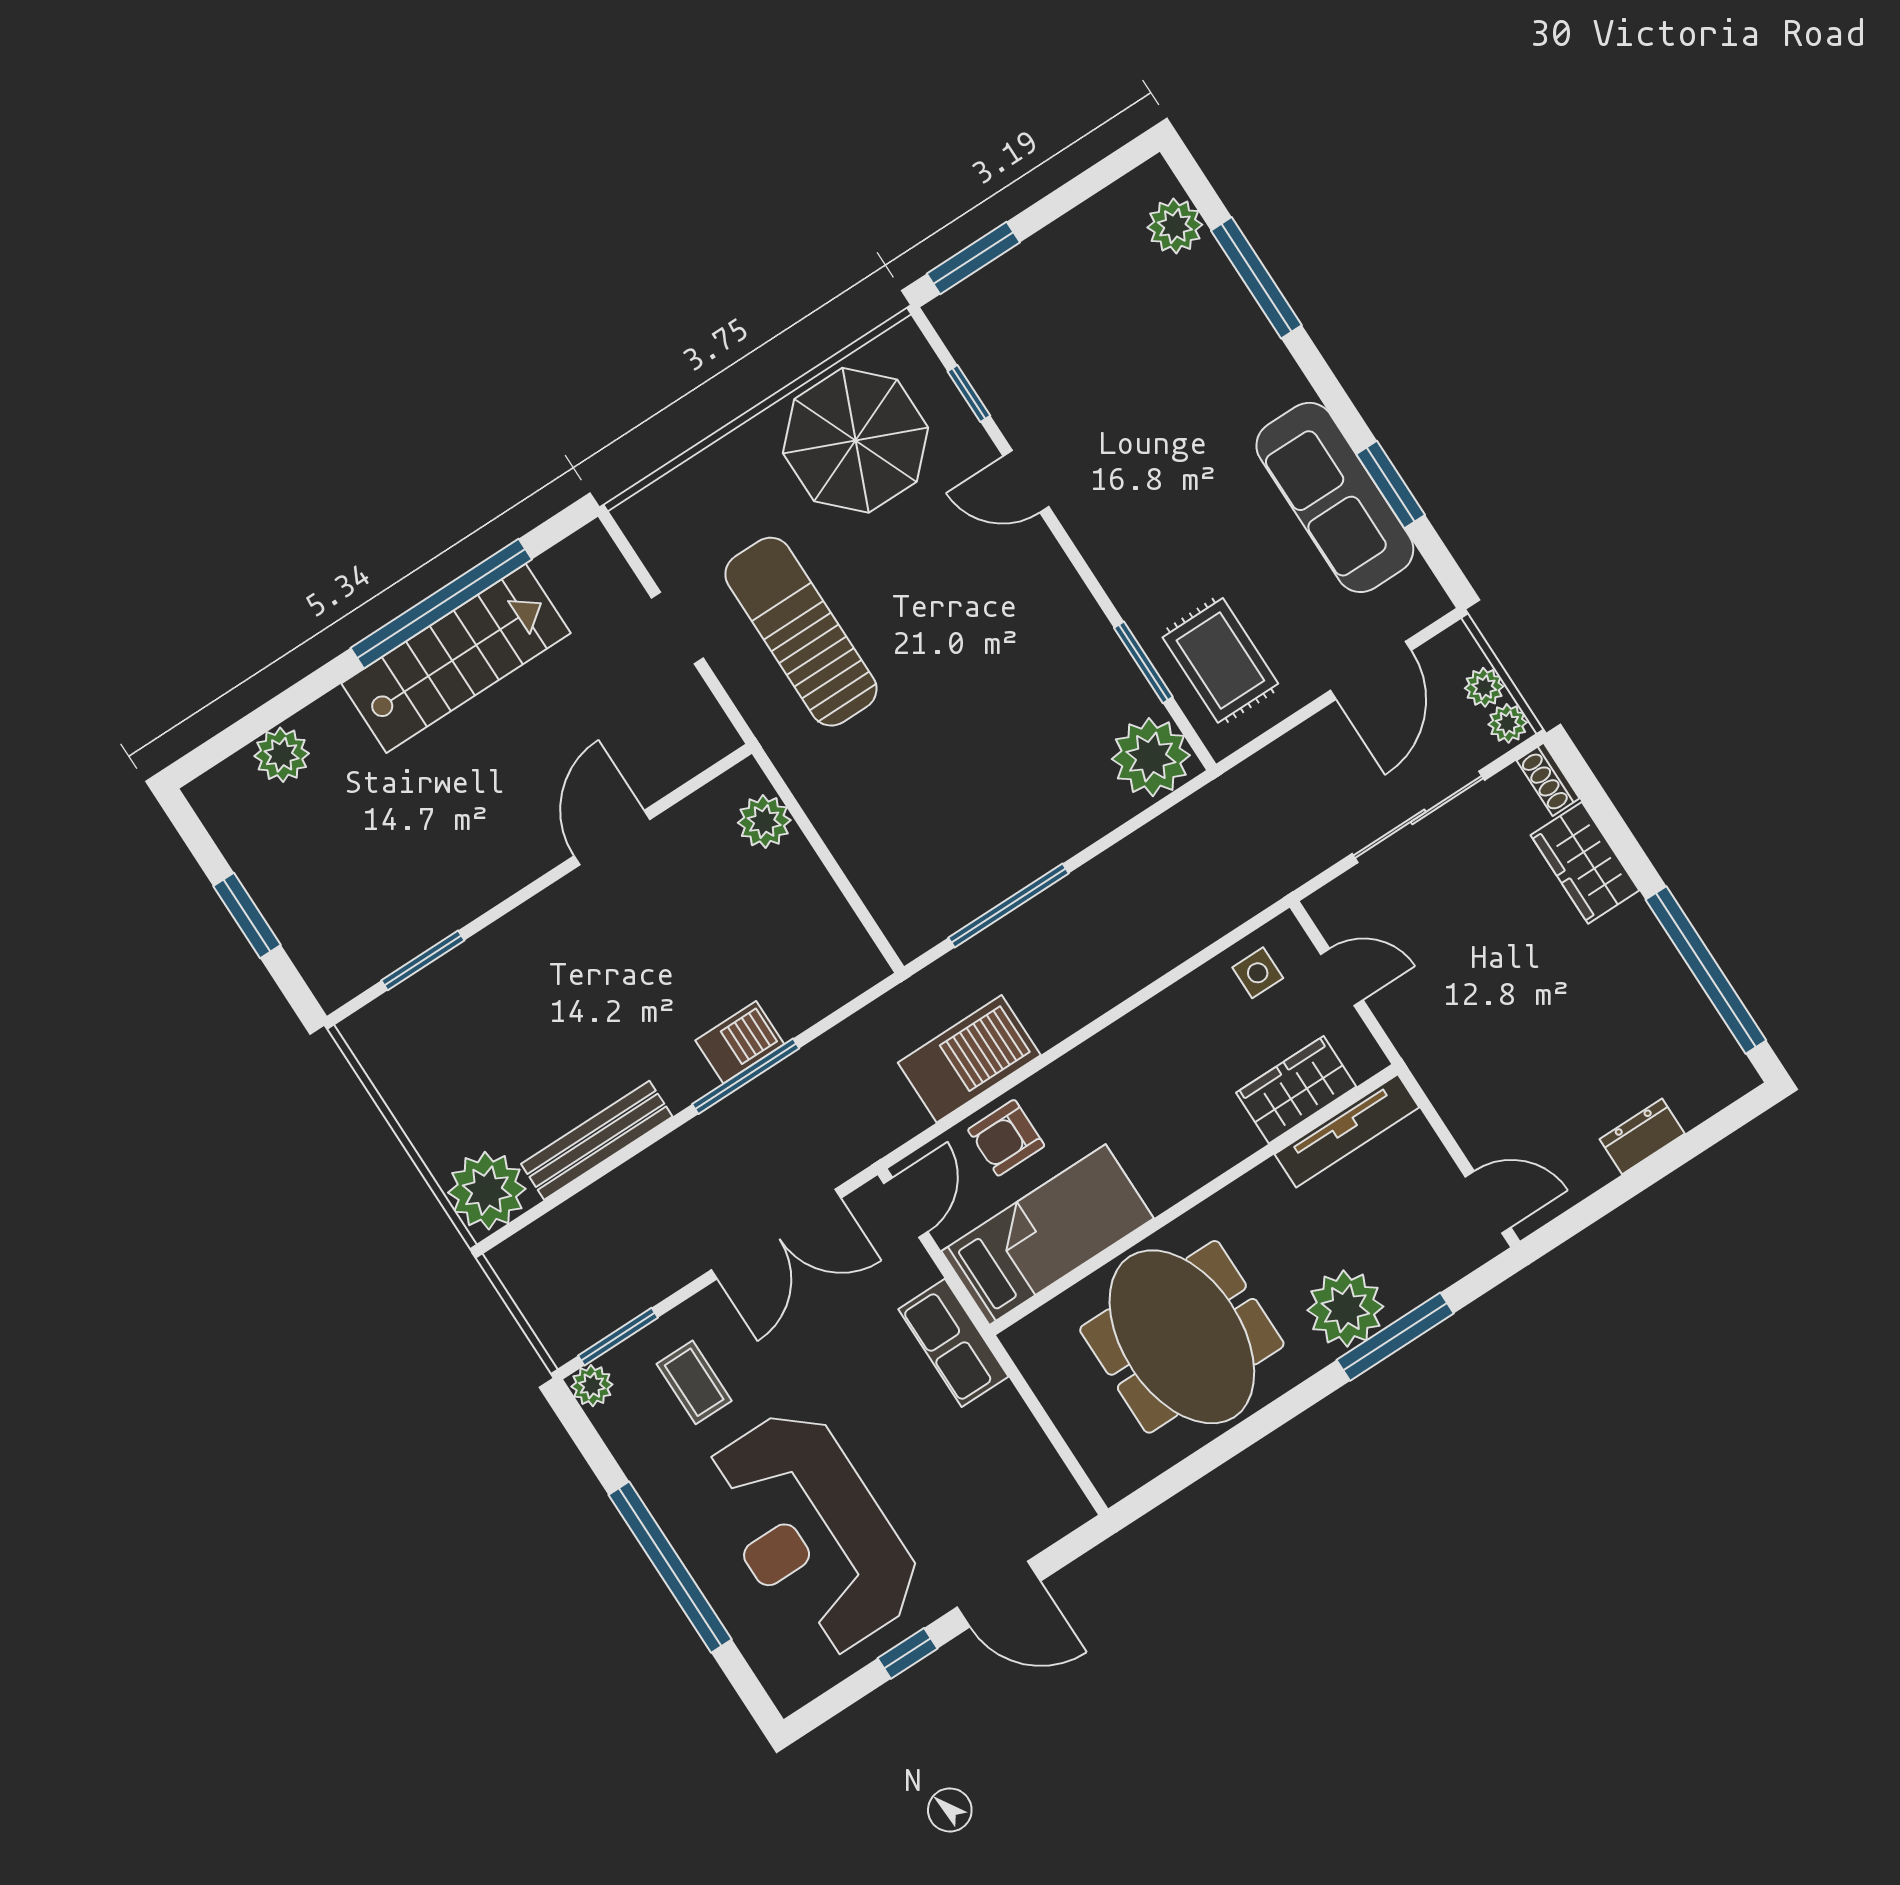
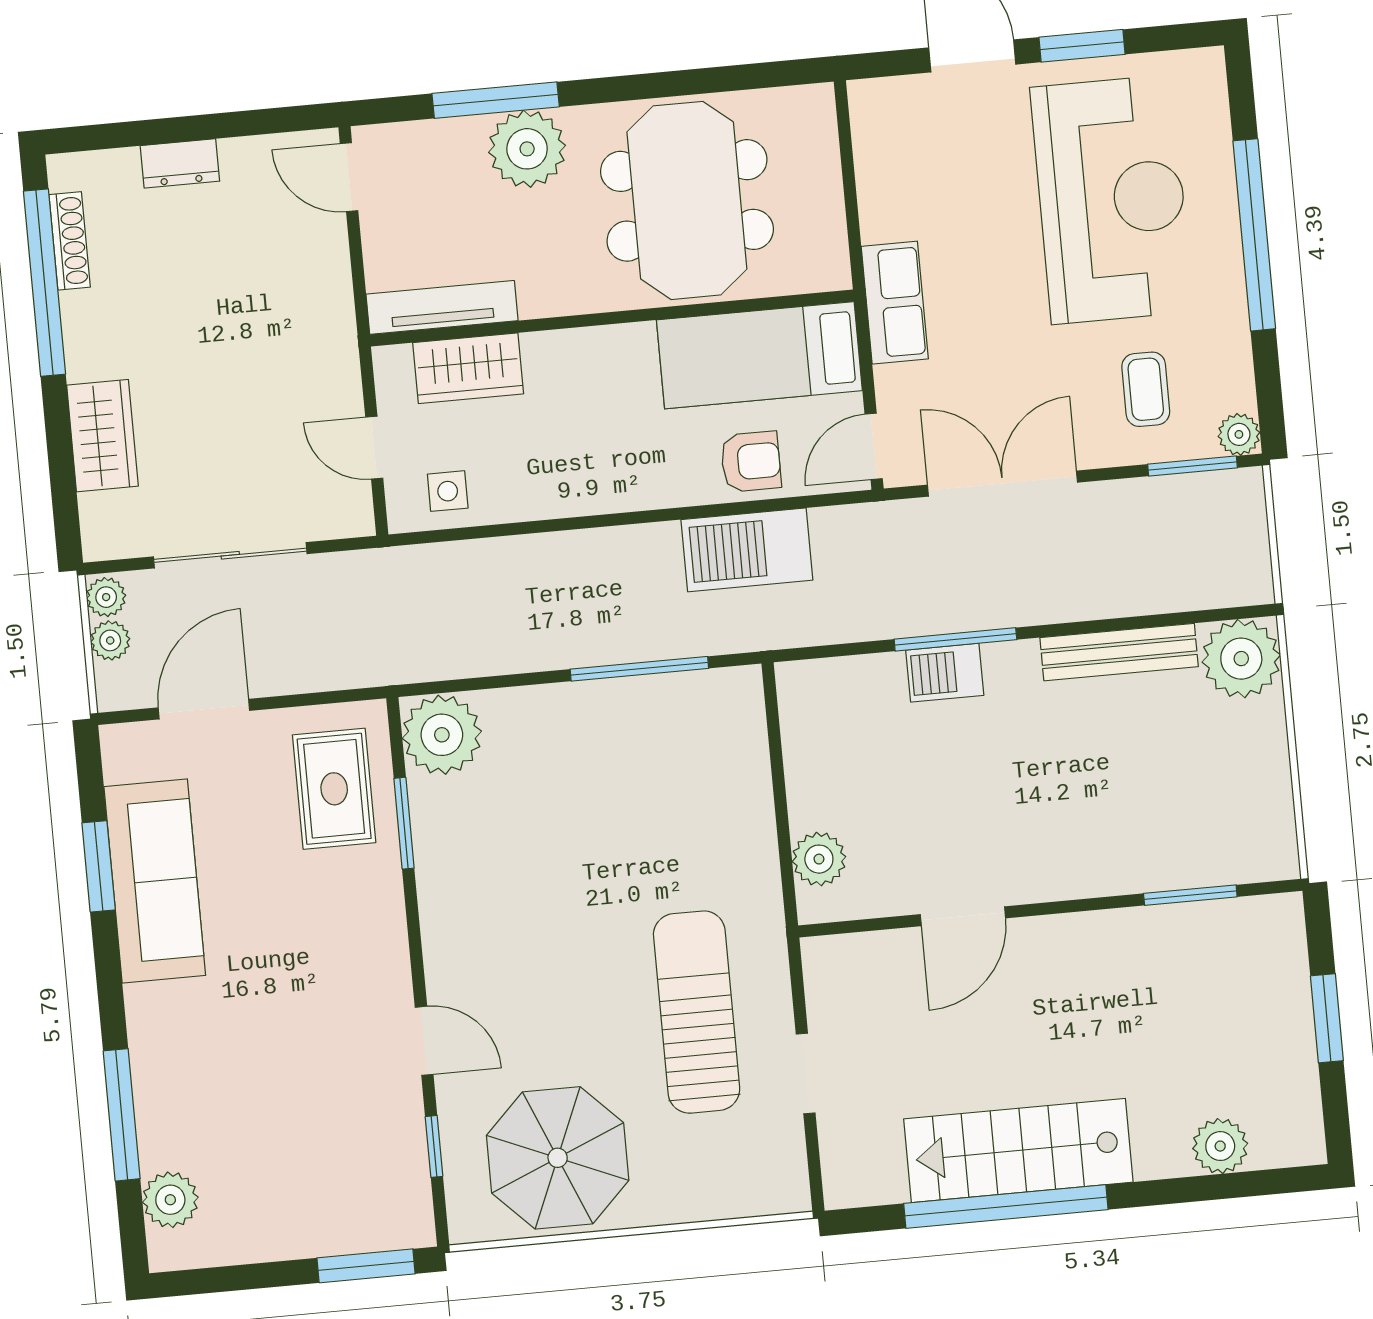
sun lounger: (801, 632) -> (697, 1012), turned 180
shoe rack: (1548, 779) -> (70, 241), moved, width x1.43
window: (908, 1653) -> (1082, 46), width x1.50

